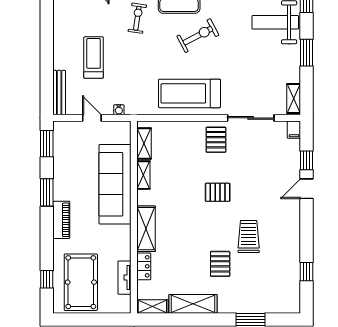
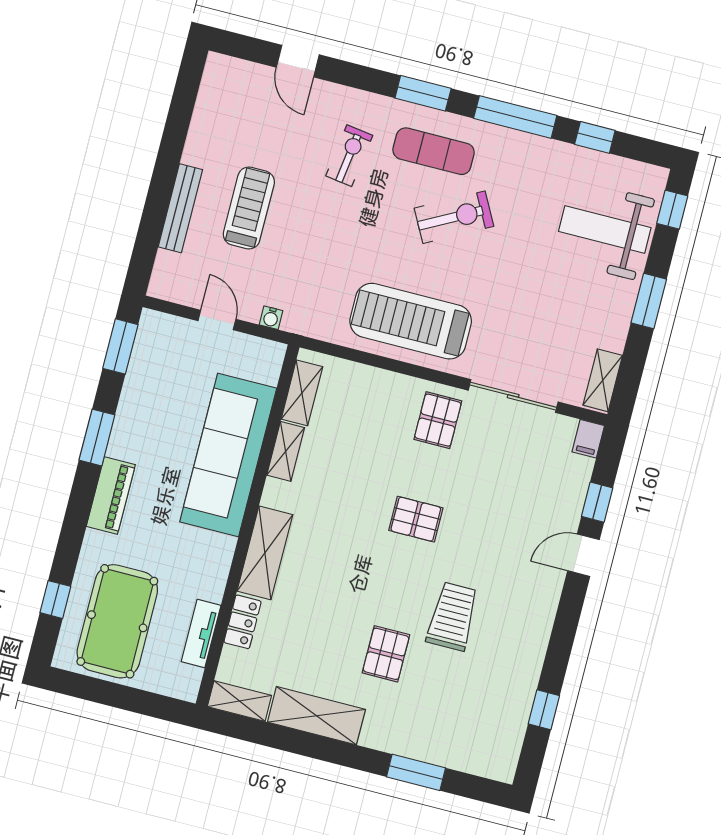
bench: (59, 93) -> (180, 208), moved

